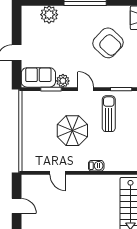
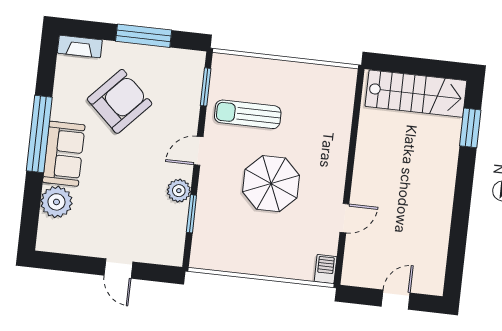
sofa: (38, 77) -> (64, 154), moved, turned 180
barbecue: (96, 166) -> (326, 269), moved

